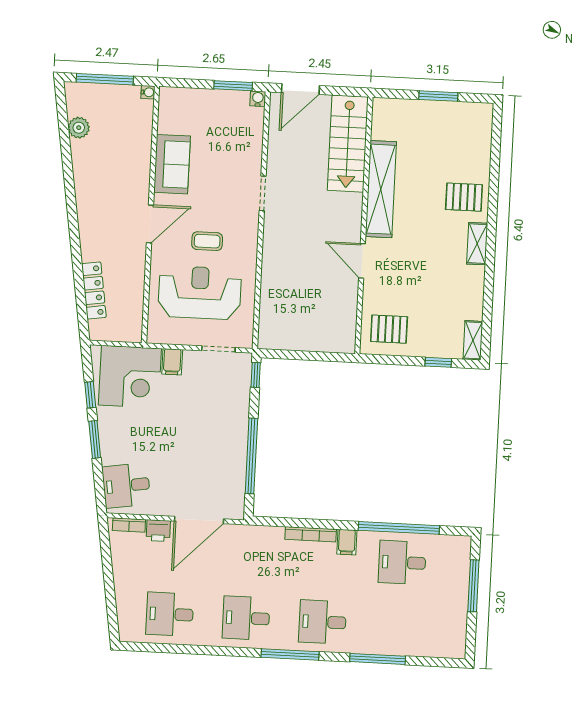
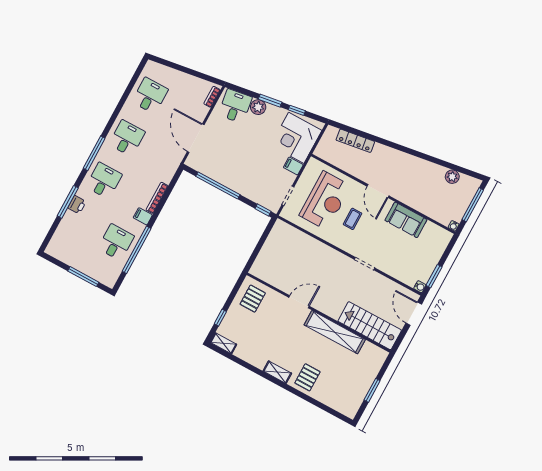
plant: (112, 452) -> (258, 107), added
printer: (158, 531) -> (77, 205), moved, turned 180

